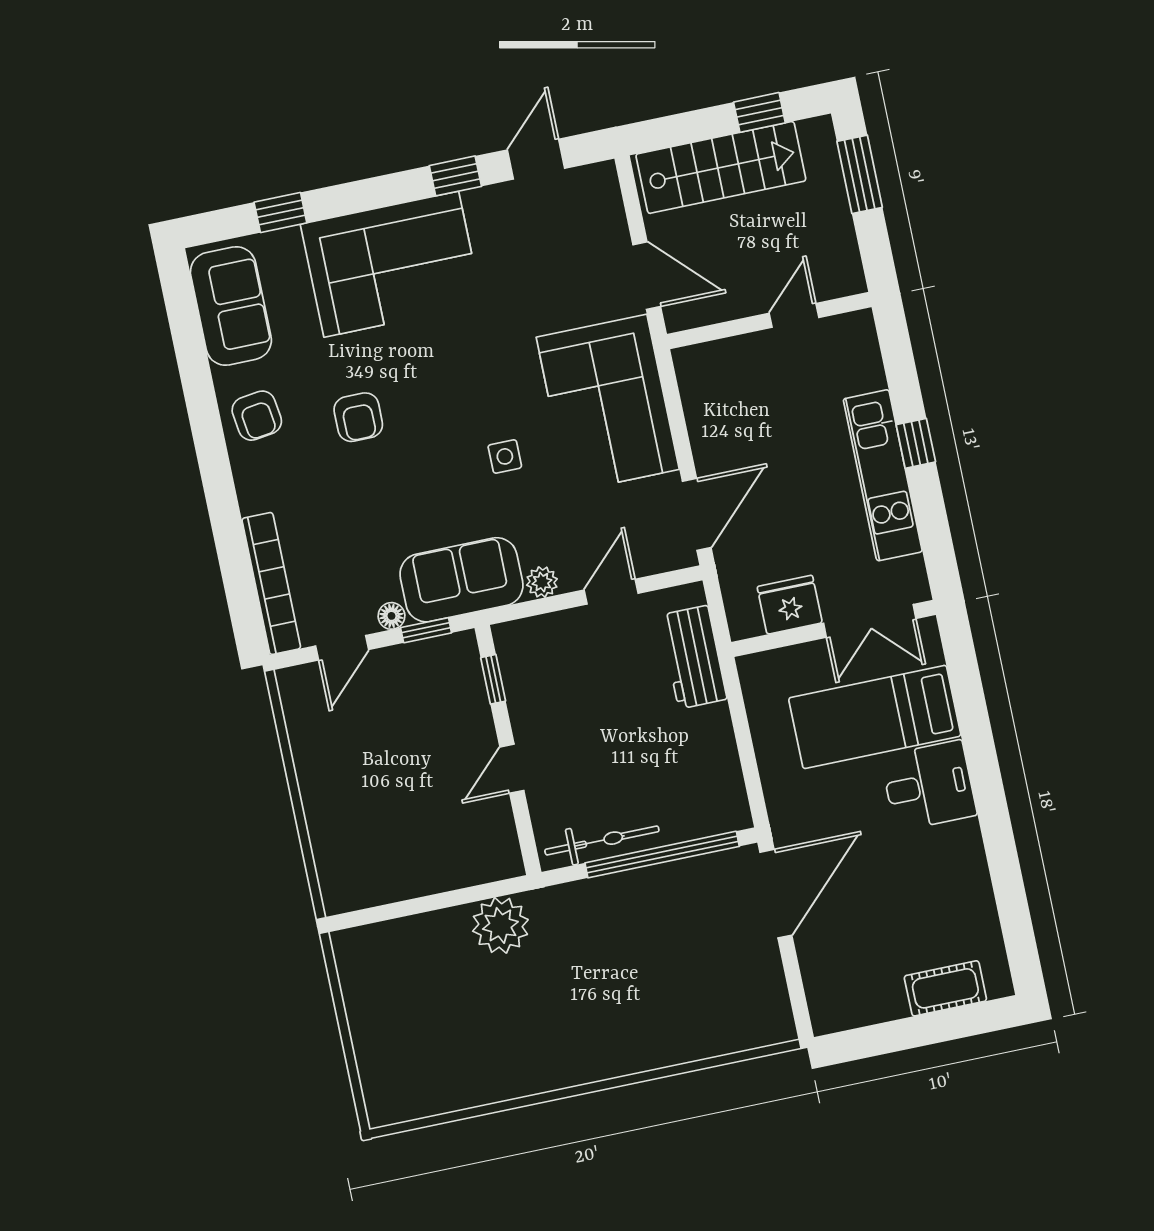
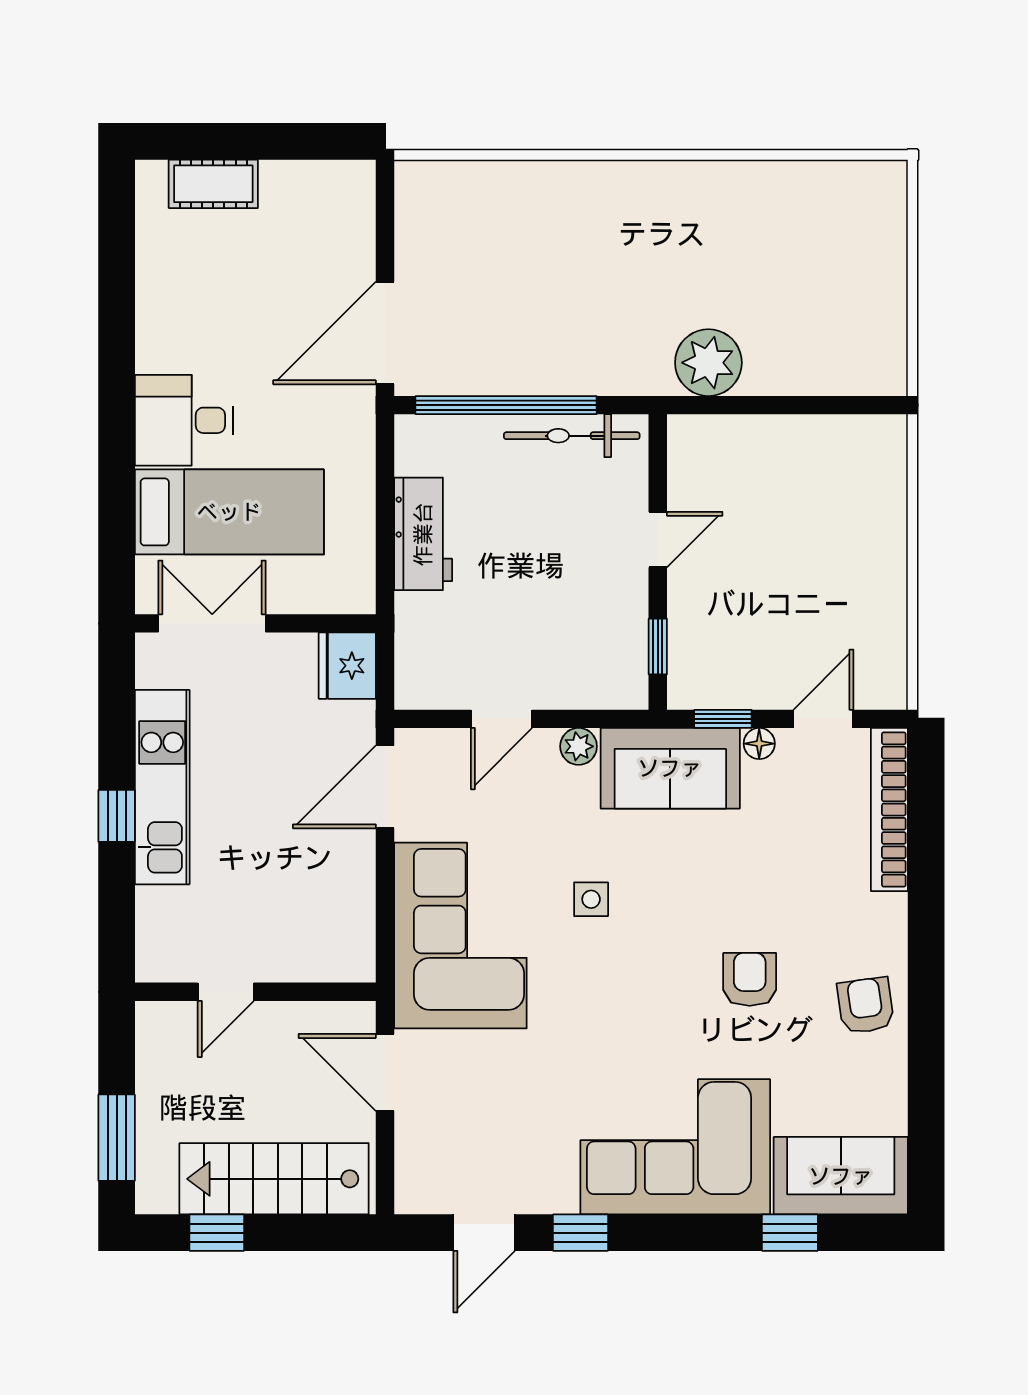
sofa: (231, 306) -> (841, 1176), moved, turned 90
fridge: (790, 605) -> (347, 666), moved, turned 90
workbench: (693, 657) -> (423, 534), moved

